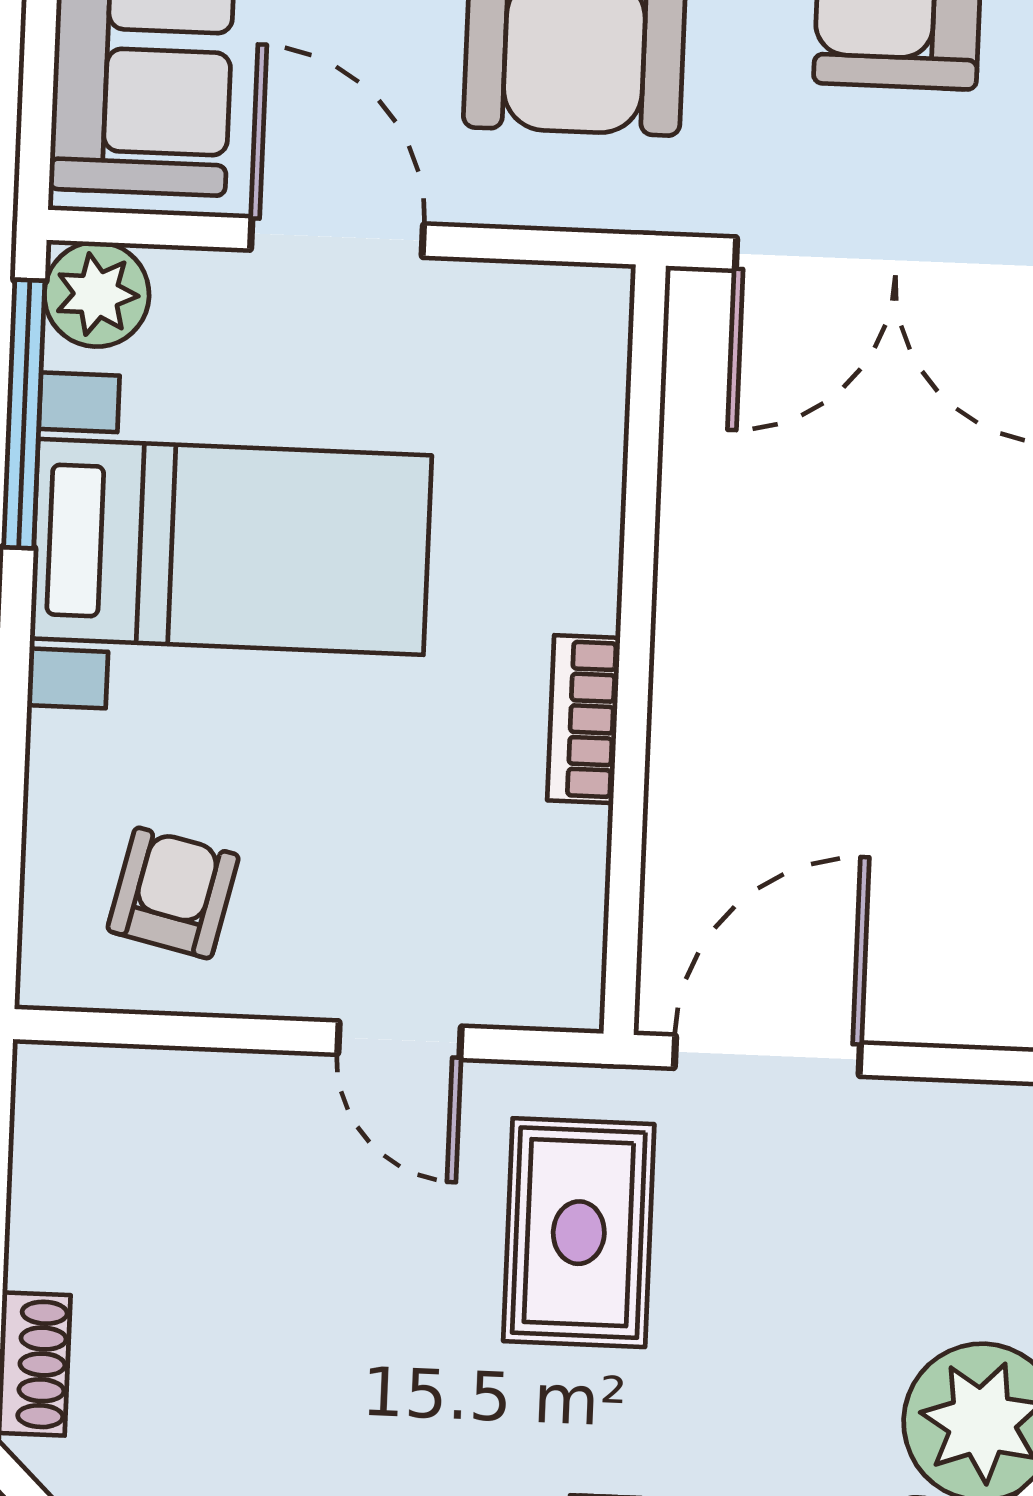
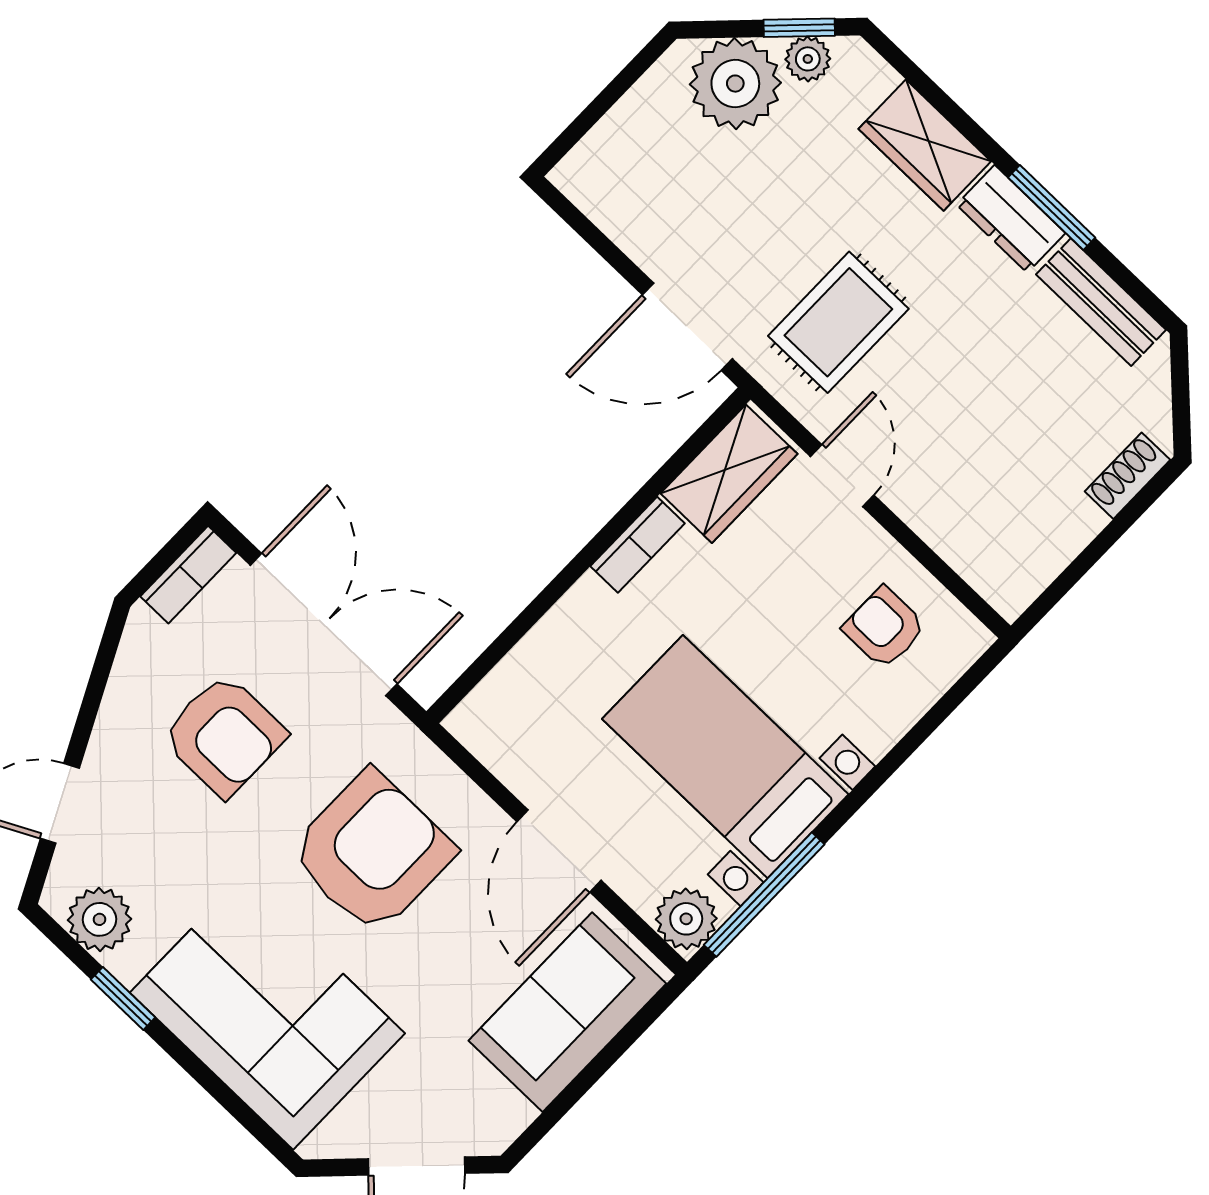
armchair: (173, 893) -> (884, 628), turned 77
wardrobe: (547, 914) -> (729, 474), added

